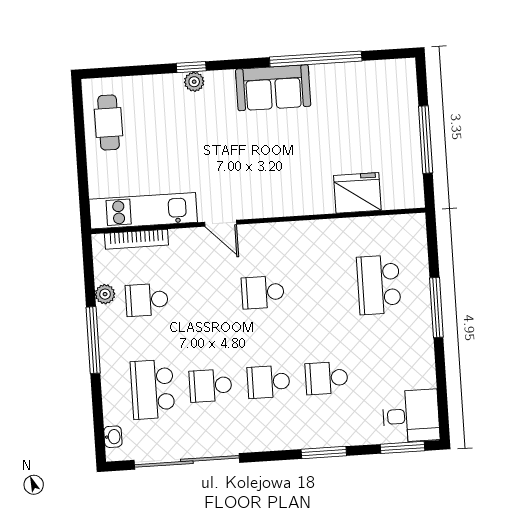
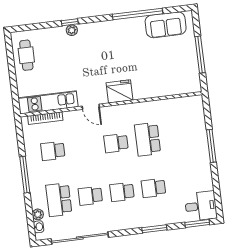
sofa: (273, 88) -> (166, 25), moved
fridge: (357, 193) -> (119, 91), moved
school desk: (379, 285) -> (148, 139), moved
plant: (105, 294) -> (38, 214), moved

